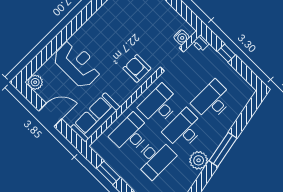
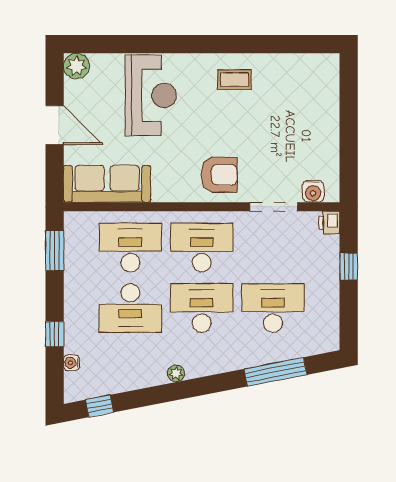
coffee table: (105, 24) -> (234, 80), added
armchair: (137, 68) -> (219, 175), turned 90
window: (223, 149) -> (275, 372), moved
plant: (199, 160) -> (176, 373), width x0.53, depth x0.53
window: (108, 173) -> (55, 250), moved

